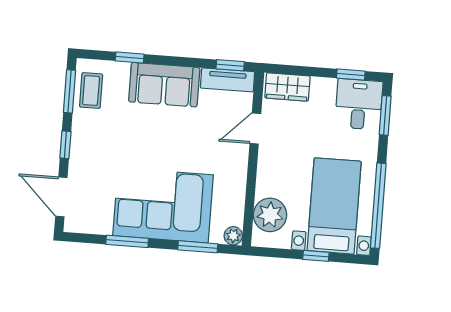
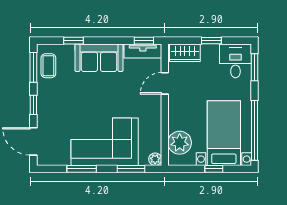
window: (351, 75) -> (211, 41), moved

